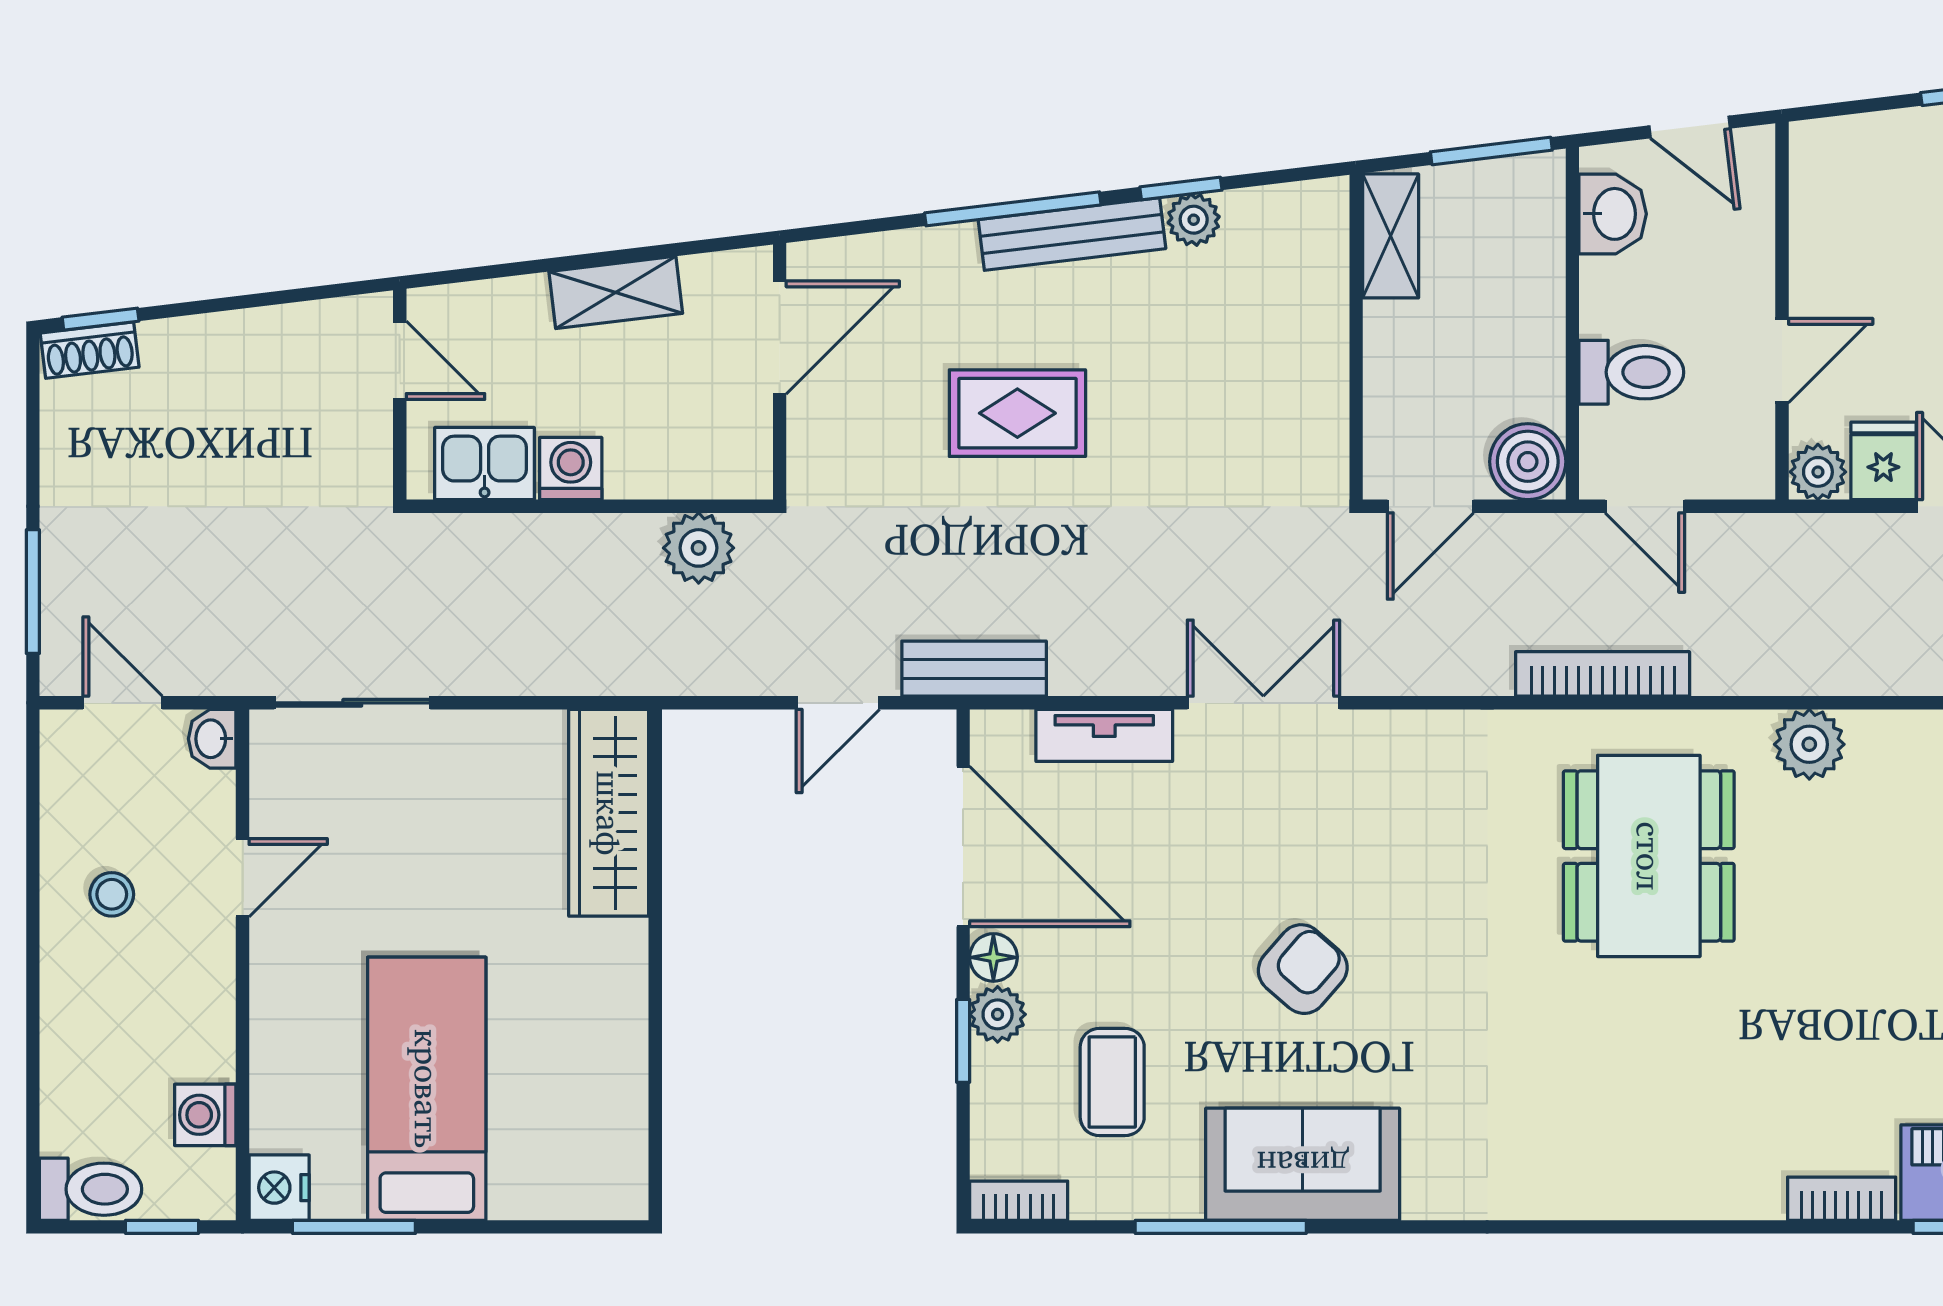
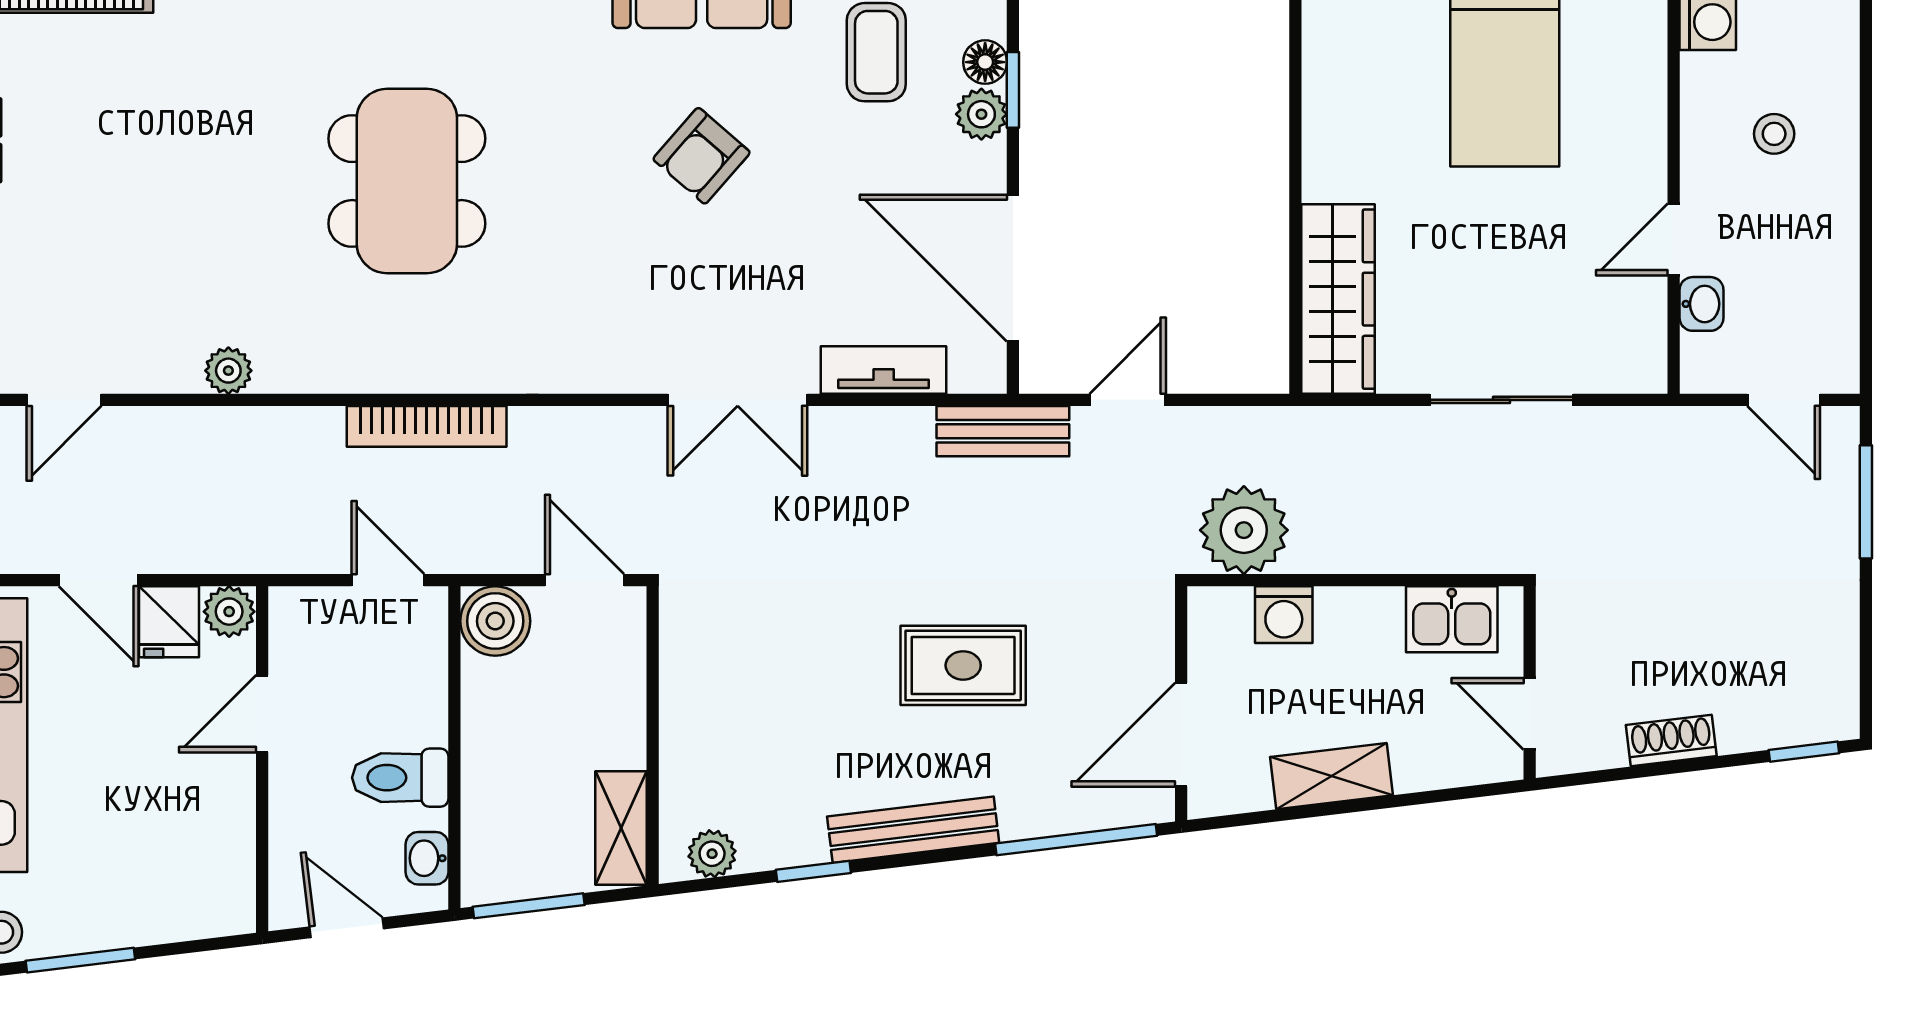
window: (1013, 209) -> (1076, 840), moved
washbasin: (1613, 214) -> (427, 858), width x0.72, depth x0.69
plant: (1194, 220) -> (712, 854), moved
shoe rack: (90, 350) -> (1671, 741), moved
toilet: (1631, 372) -> (400, 778), moved
washing machine: (571, 469) -> (1284, 615), moved
door: (1431, 506) -> (584, 580), hinge flipped
plant: (699, 548) -> (1244, 530), width x1.36, depth x1.36
sliding door: (352, 703) -> (1502, 400), moved
washbasin: (212, 739) -> (1702, 304), moved
plant: (1809, 744) -> (228, 371), width x0.73, depth x0.73
dining table: (1649, 856) -> (407, 181), moved
stool: (112, 894) -> (1774, 134), moved
floor lamp: (993, 957) -> (985, 62), moved

